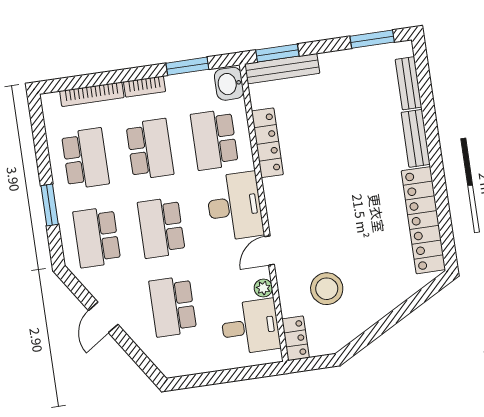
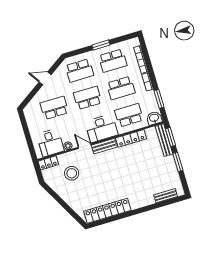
window: (372, 39) -> (178, 162), moved
bench: (416, 138) -> (104, 146), moved
window: (50, 205) -> (101, 45), moved
school desk: (97, 237) -> (79, 71), turned 180

